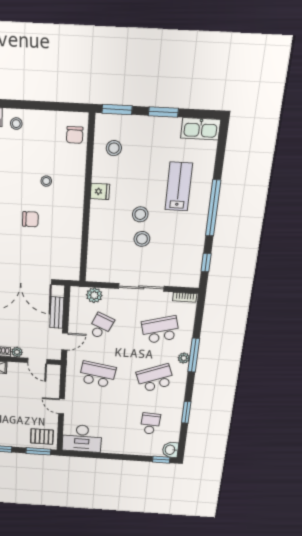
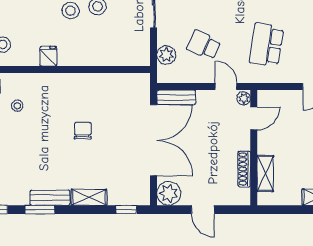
stool: (46, 181) -> (17, 106), moved
bench: (57, 313) -> (176, 97), moved
plant: (17, 352) -> (244, 98), moved

